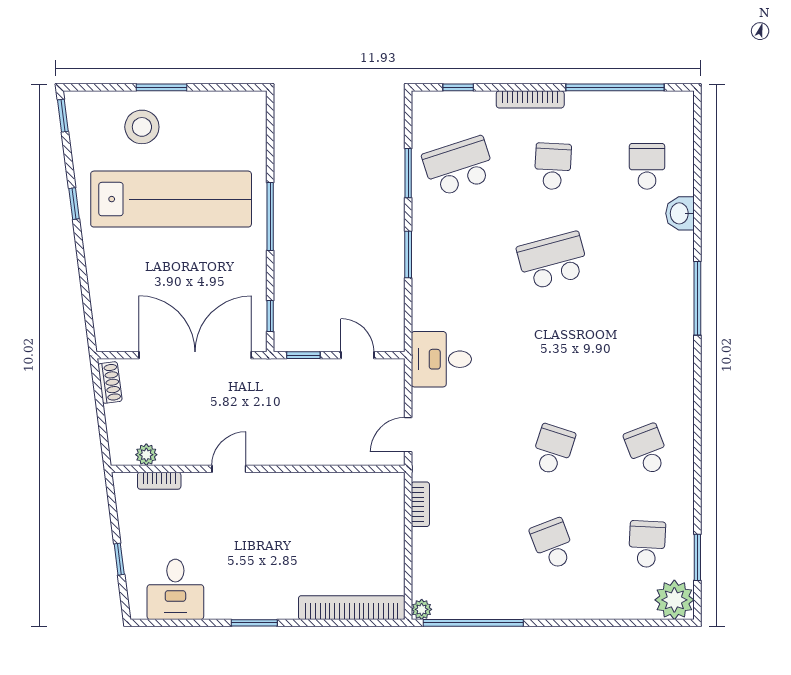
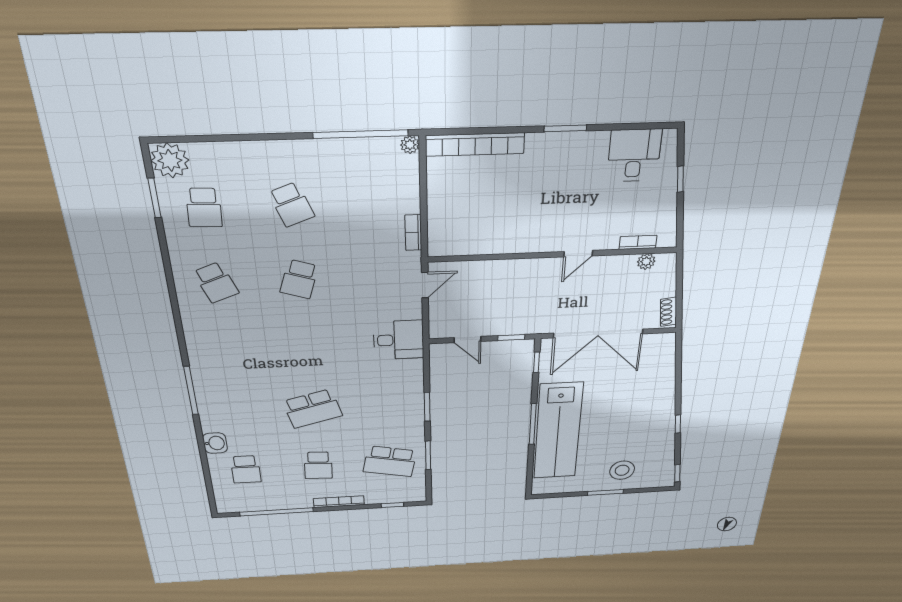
school desk: (459, 166) -> (390, 461), turned 30
lab bench: (171, 199) -> (558, 431), moved, turned -90

